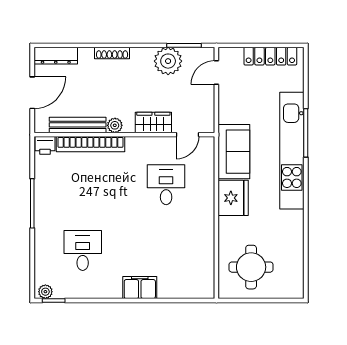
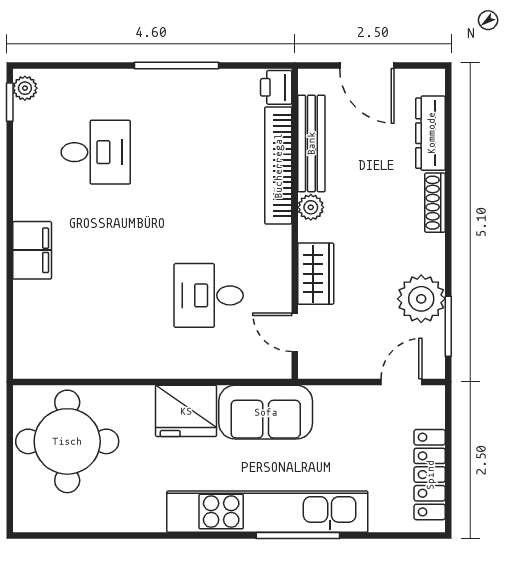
dresser: (56, 56) -> (431, 133), moved
door: (216, 73) -> (401, 382), hinge flipped
desk: (166, 185) -> (209, 295), turned 180
round table: (251, 267) -> (67, 441), width x1.36, depth x1.36

